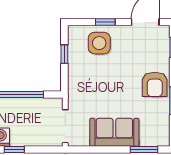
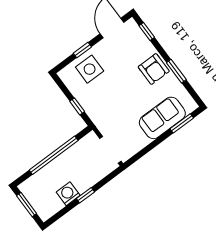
window: (64, 54) -> (77, 106), moved
sofa: (114, 132) -> (162, 118), moved

